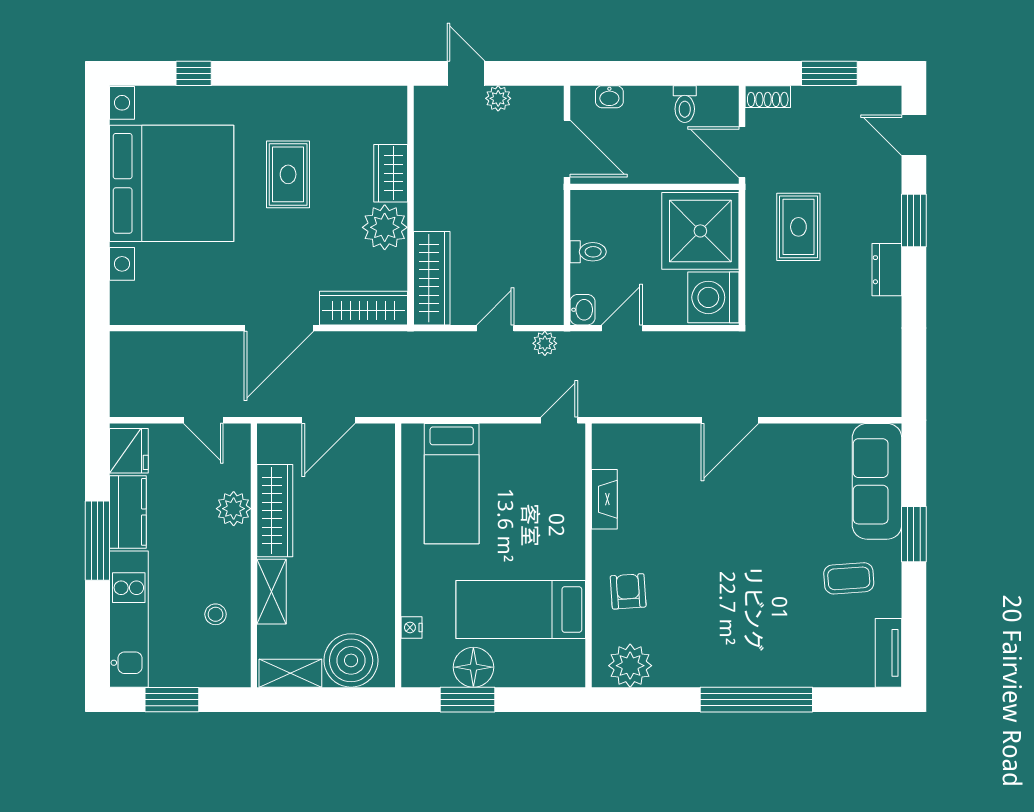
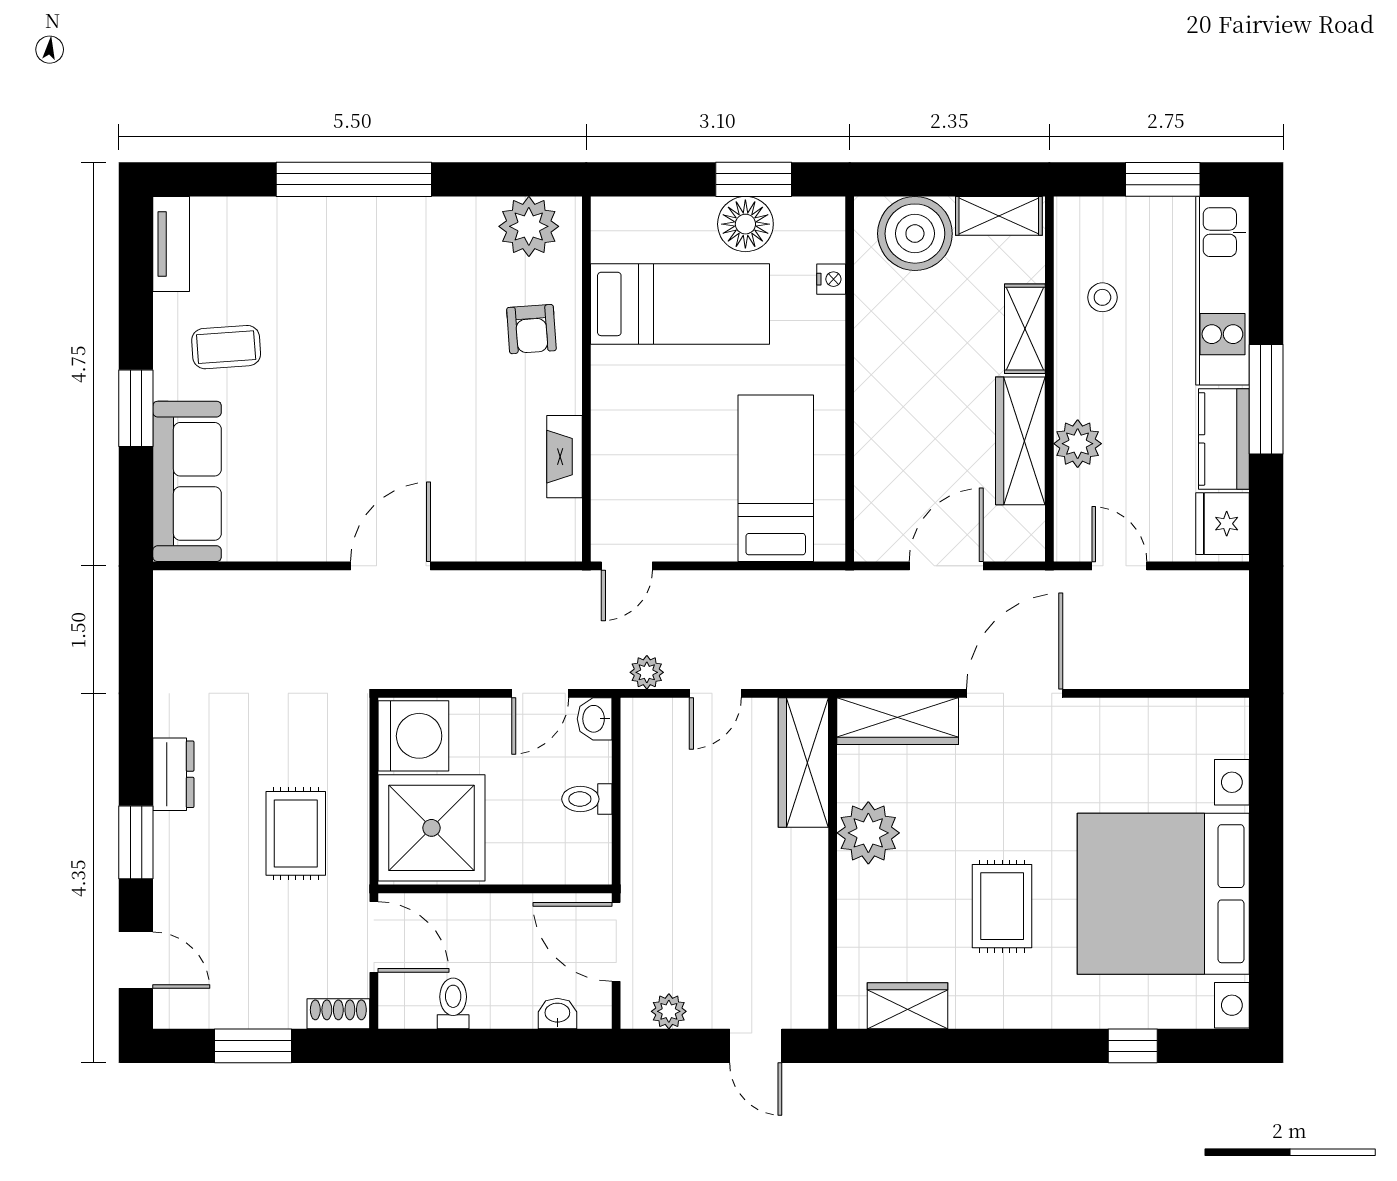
plant: (498, 98) -> (669, 1011), moved
wardrobe: (391, 173) -> (908, 1006), moved, turned -90

